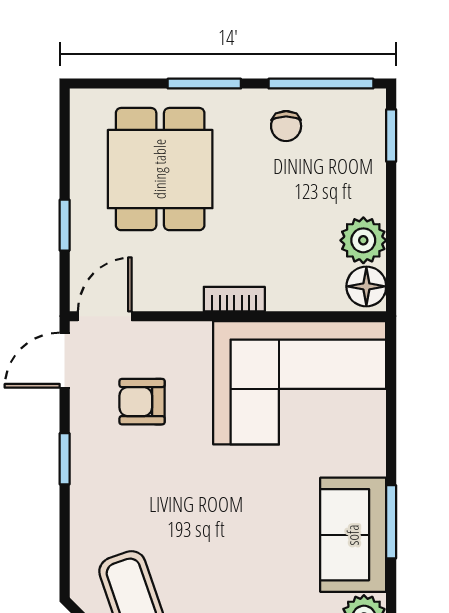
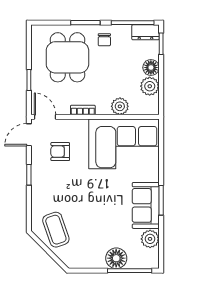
dresser: (353, 107) -> (145, 32), added
chair: (286, 126) -> (104, 40), moved
floor lamp: (366, 286) -> (151, 68), moved
plant: (289, 290) -> (120, 106), added
bookcase: (234, 299) -> (83, 110), moved
door: (105, 316) -> (45, 117), hinge flipped

